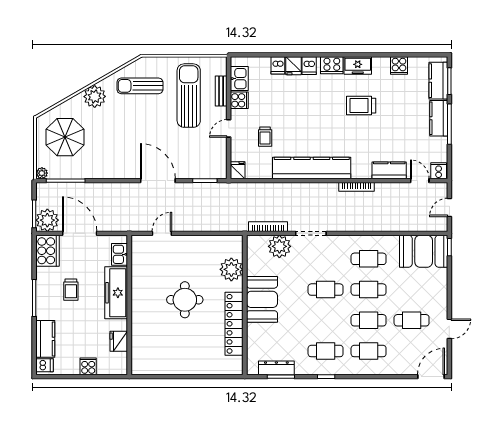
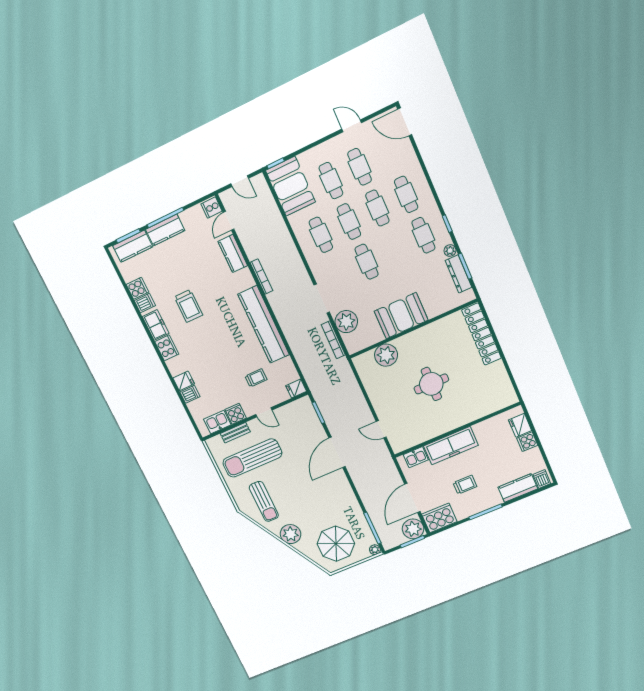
dishwasher: (309, 66) -> (145, 303), moved
cafe table: (412, 290) -> (331, 181), added
locker: (234, 324) -> (482, 334), moved, turned 90
fridge: (119, 341) -> (520, 425), moved, turned 90
plant: (301, 369) -> (450, 251), added

